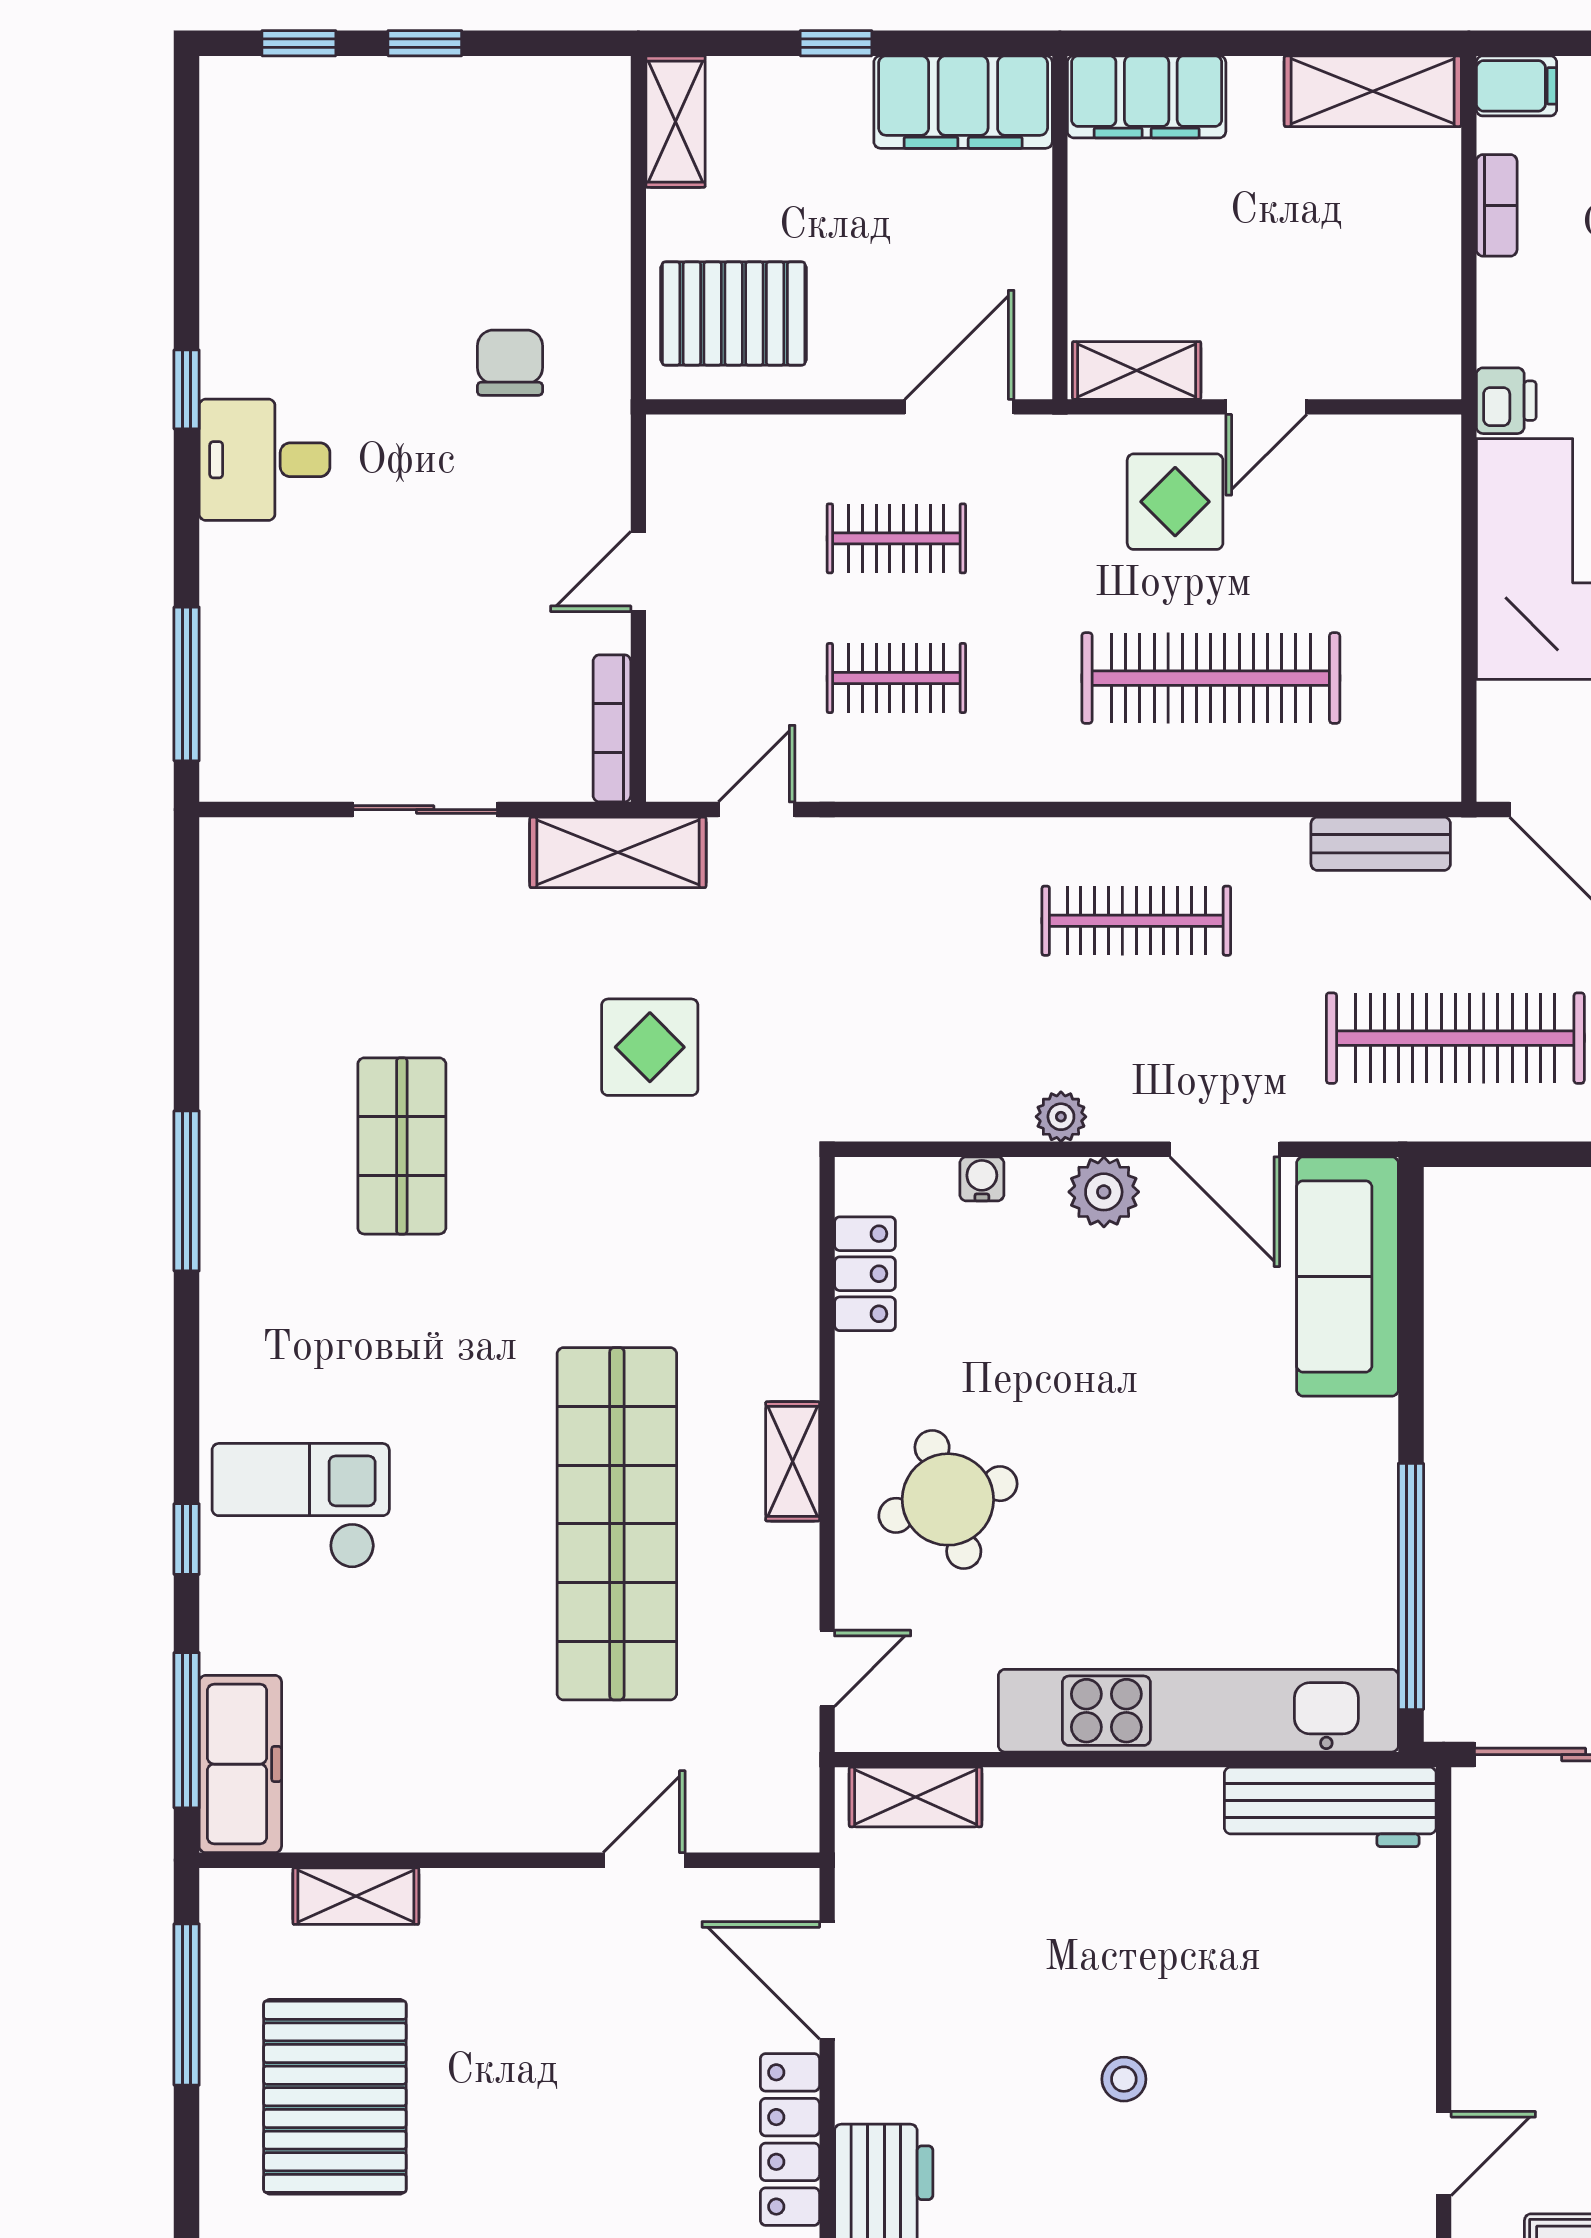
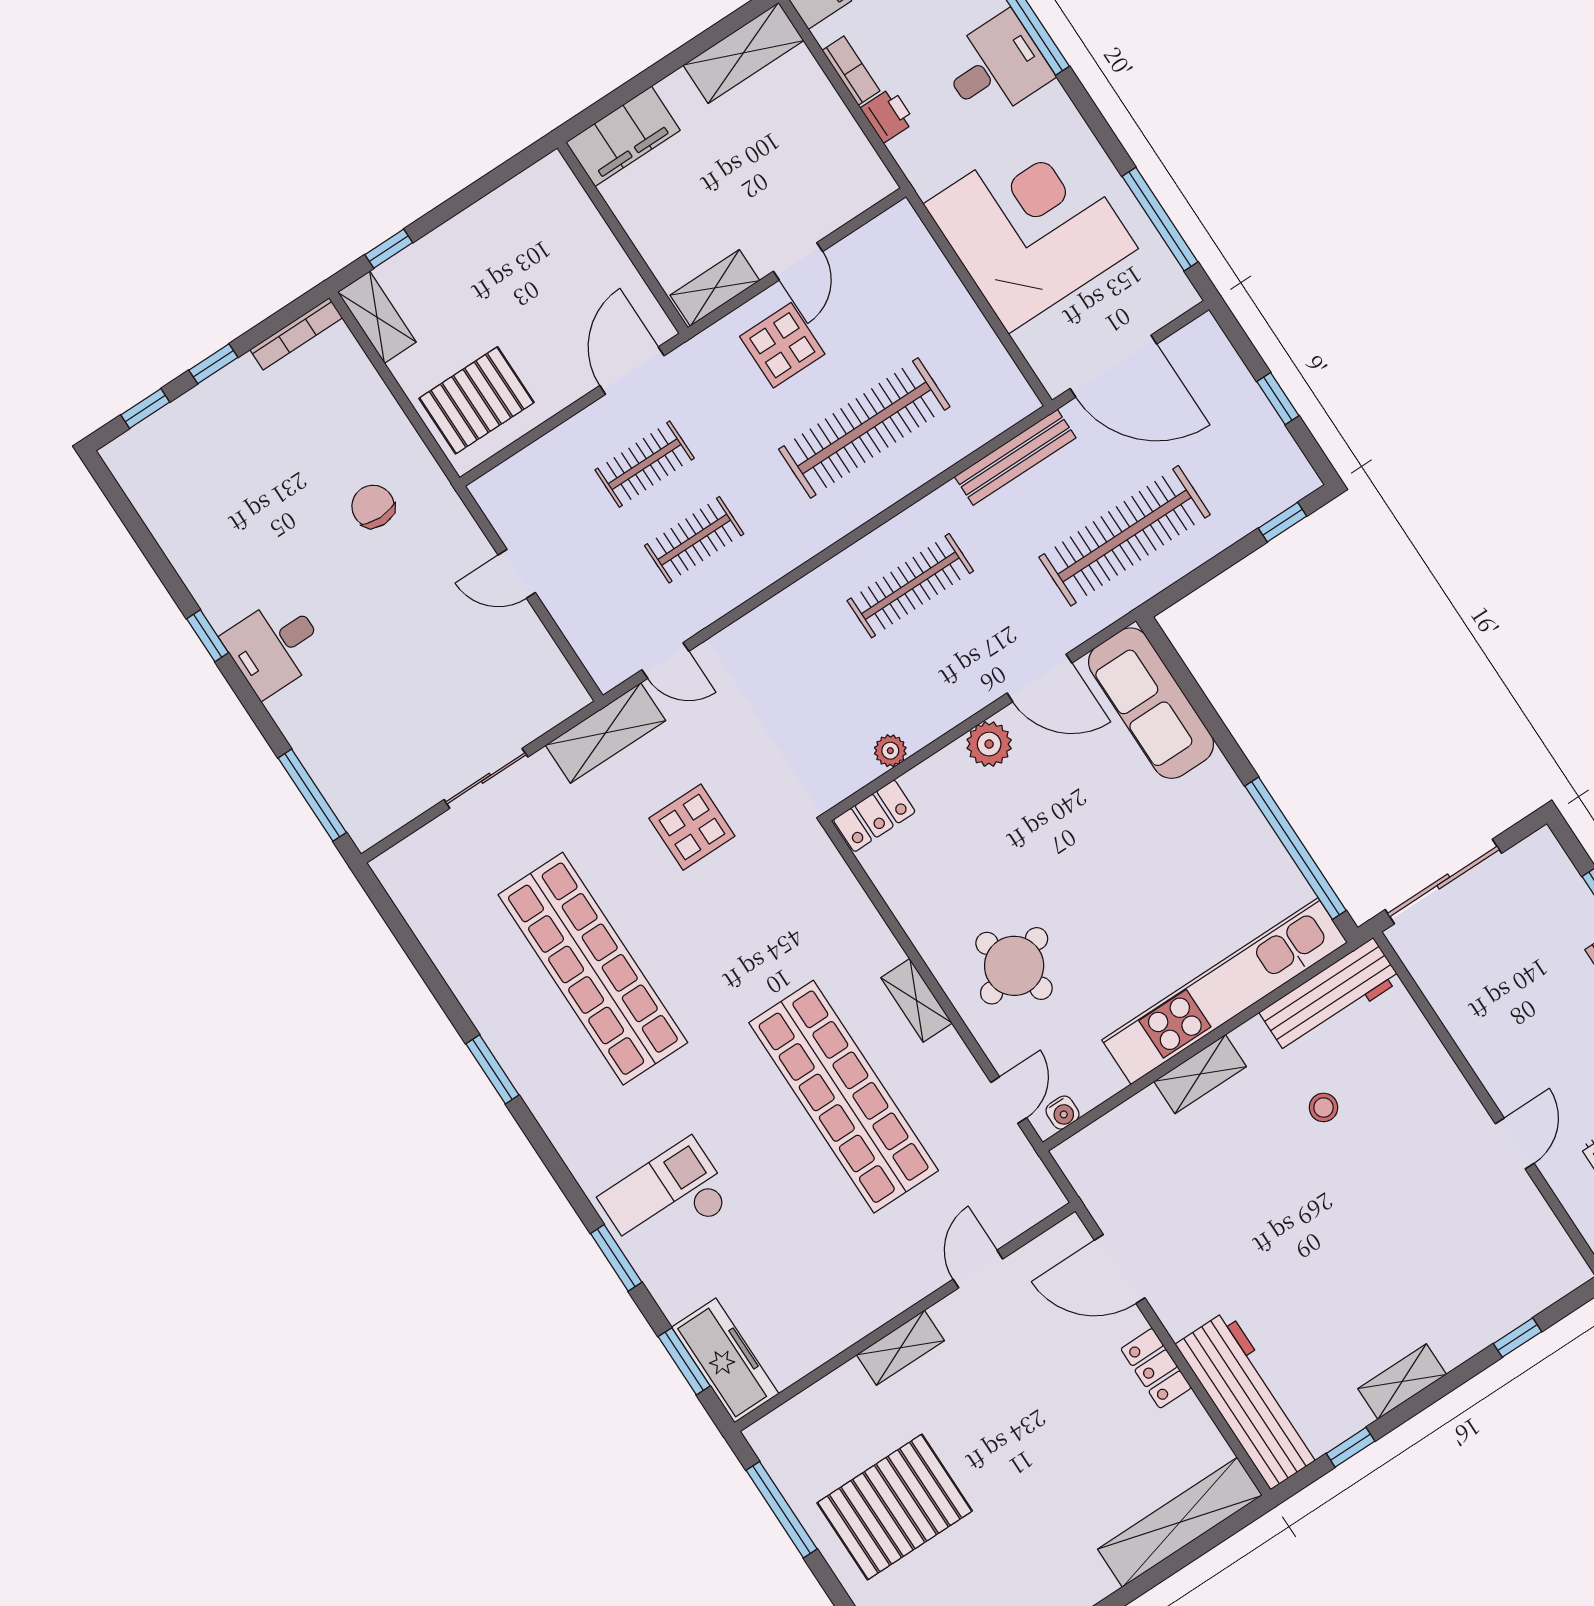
window: (836, 43) -> (389, 249), moved
filing cabinet: (963, 102) -> (526, 204), removed
printer: (1506, 401) -> (888, 115), moved
door: (638, 571) -> (517, 574), hinge flipped
bookcase: (612, 728) -> (296, 334), moved, turned -90
door: (757, 810) -> (665, 660), swing flipped
bench: (1381, 844) -> (1015, 457), width x1.36
plant: (1061, 1117) -> (890, 751), moved
shop shelf: (402, 1146) -> (593, 969), width x2.00, depth x1.36
water cooler: (982, 1179) -> (1063, 1113), moved, turned 180
window: (187, 1191) -> (492, 1069), width x0.69
locker: (865, 1274) -> (874, 816), moved, turned 90
window: (187, 1539) -> (616, 1258), width x1.50
window: (187, 1730) -> (684, 1361), width x0.69
shelving: (916, 1797) -> (1200, 1074), moved
shelving: (356, 1896) -> (900, 1348), moved
stool: (1124, 2079) -> (1324, 1107), moved
pallet: (335, 2097) -> (895, 1507), turned 90
locker: (790, 2139) -> (1156, 1368), width x0.66

